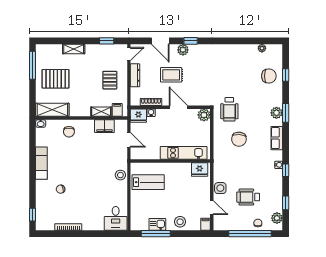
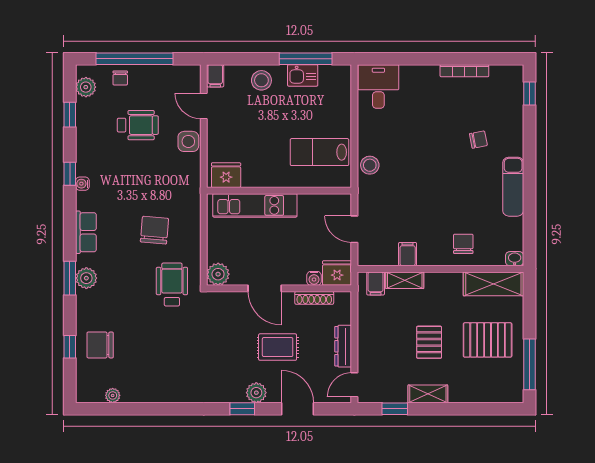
shelving: (74, 49) -> (428, 394), moved
pallet: (110, 80) -> (429, 342), moved
filing cabinet: (104, 126) -> (408, 254), width x0.50

